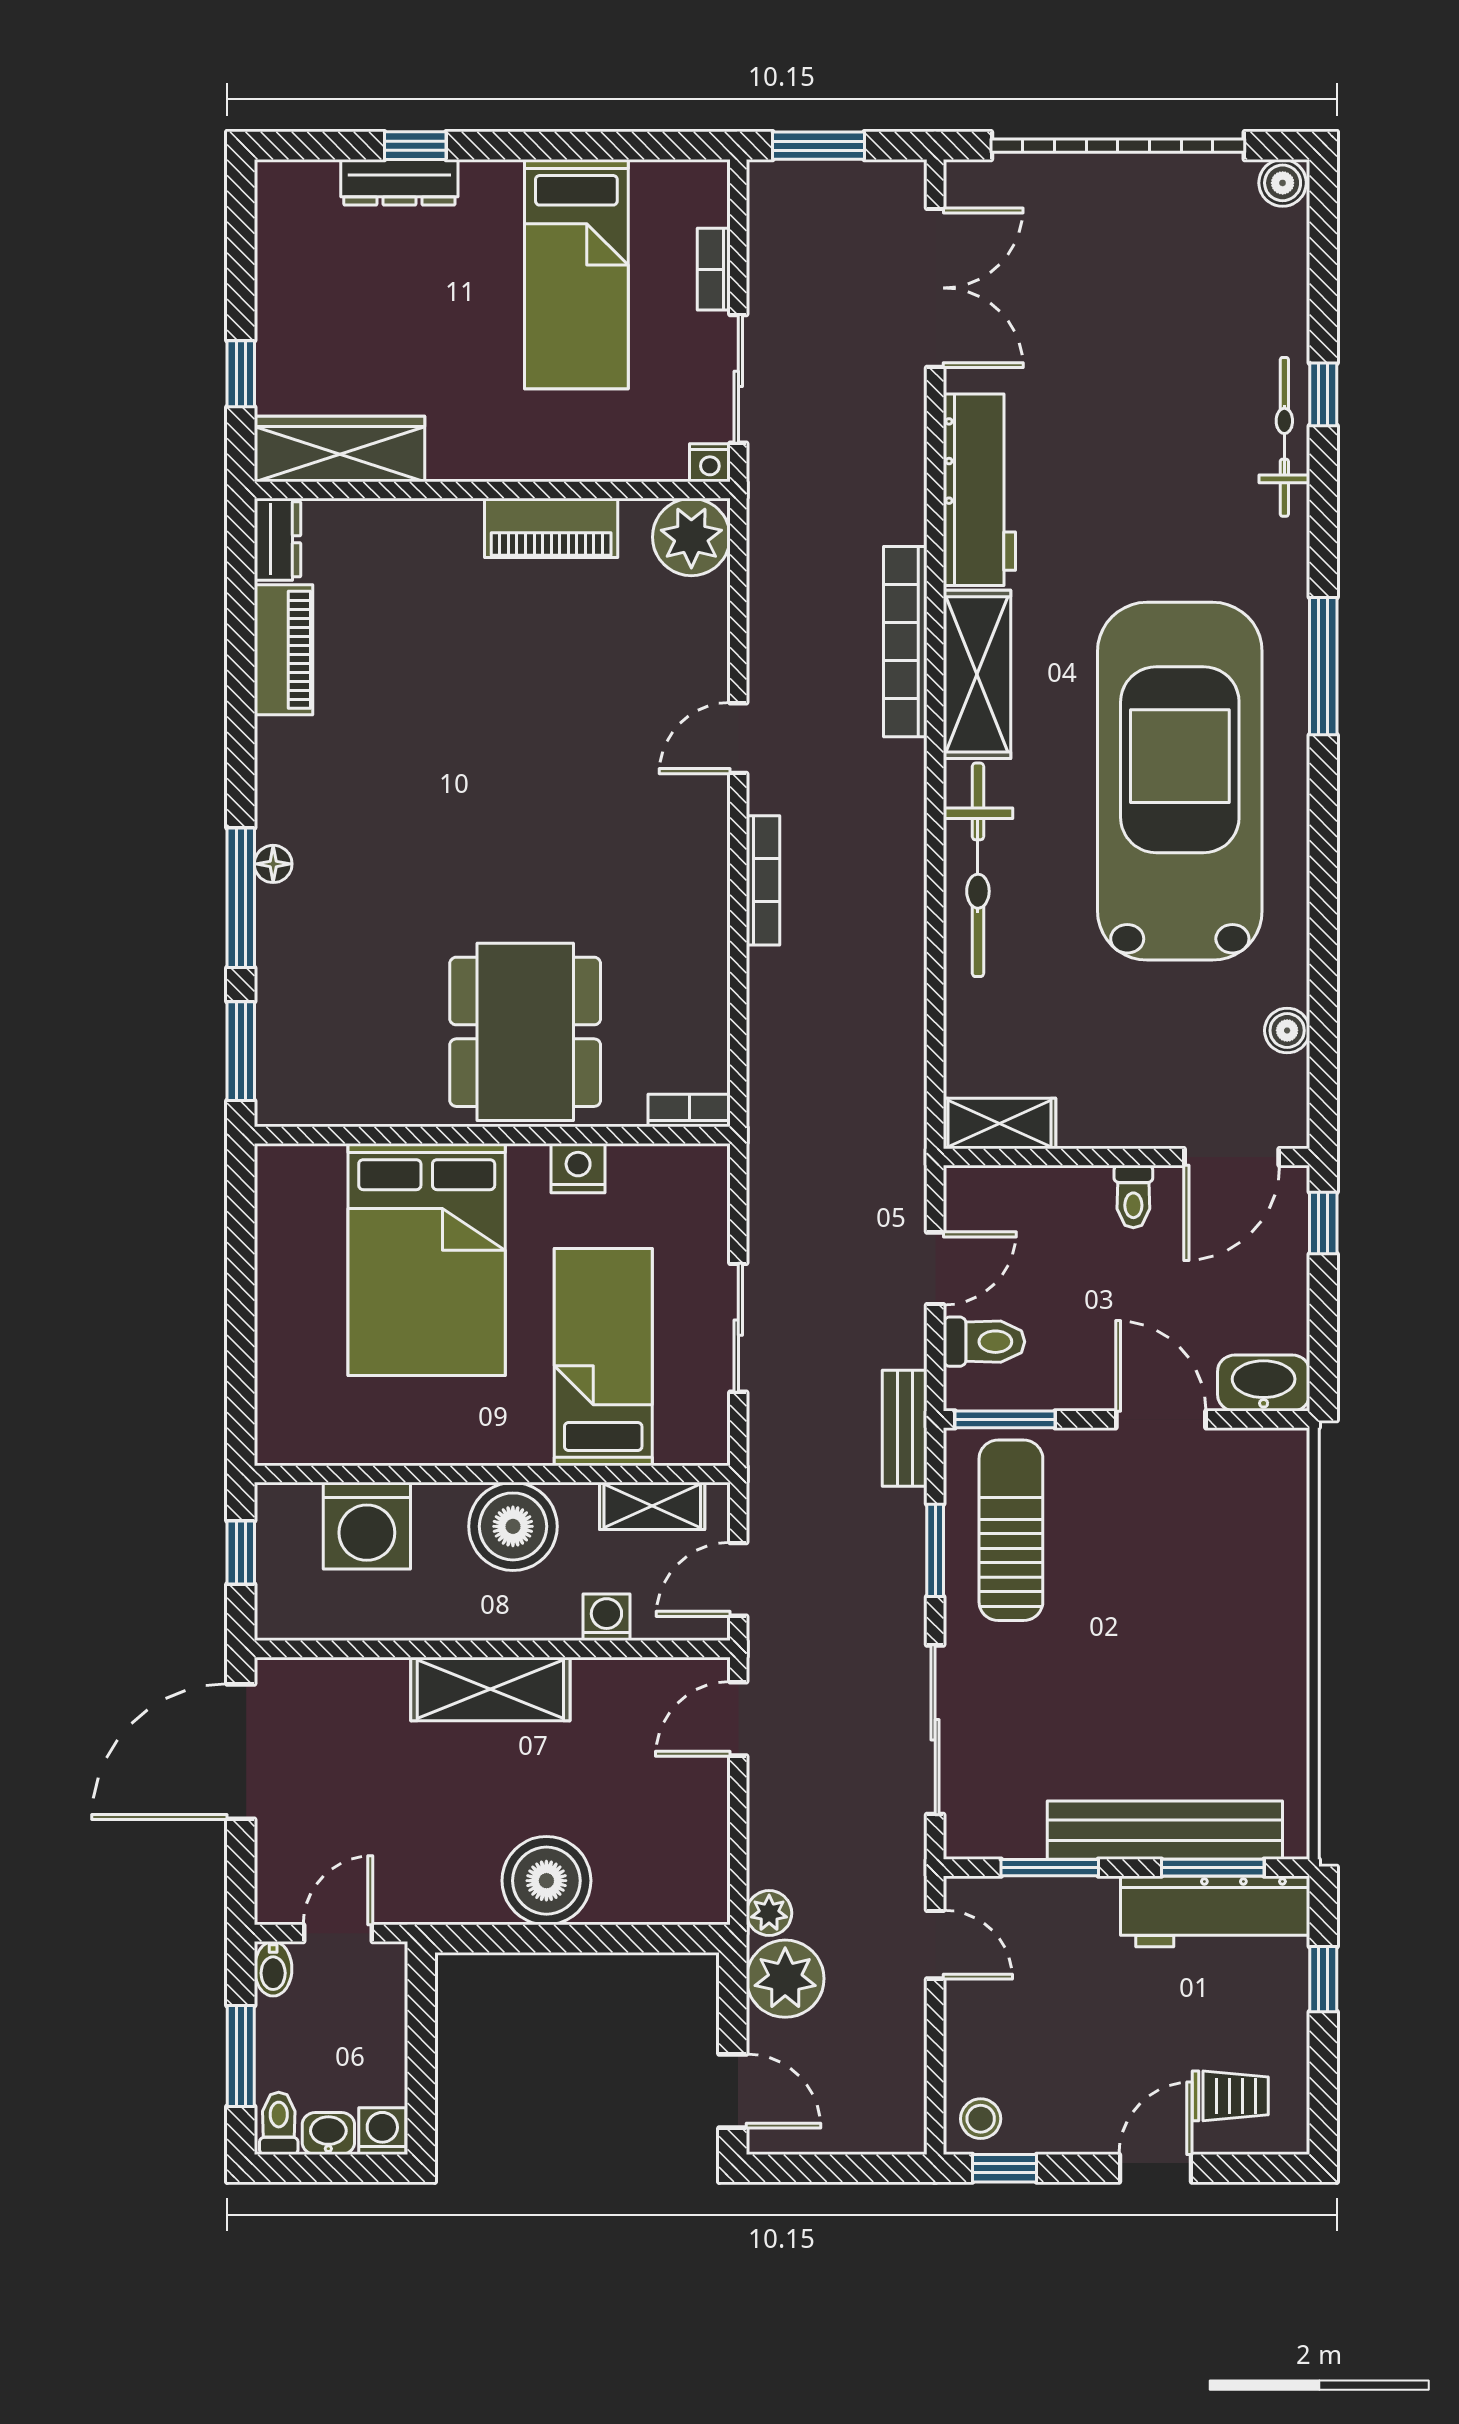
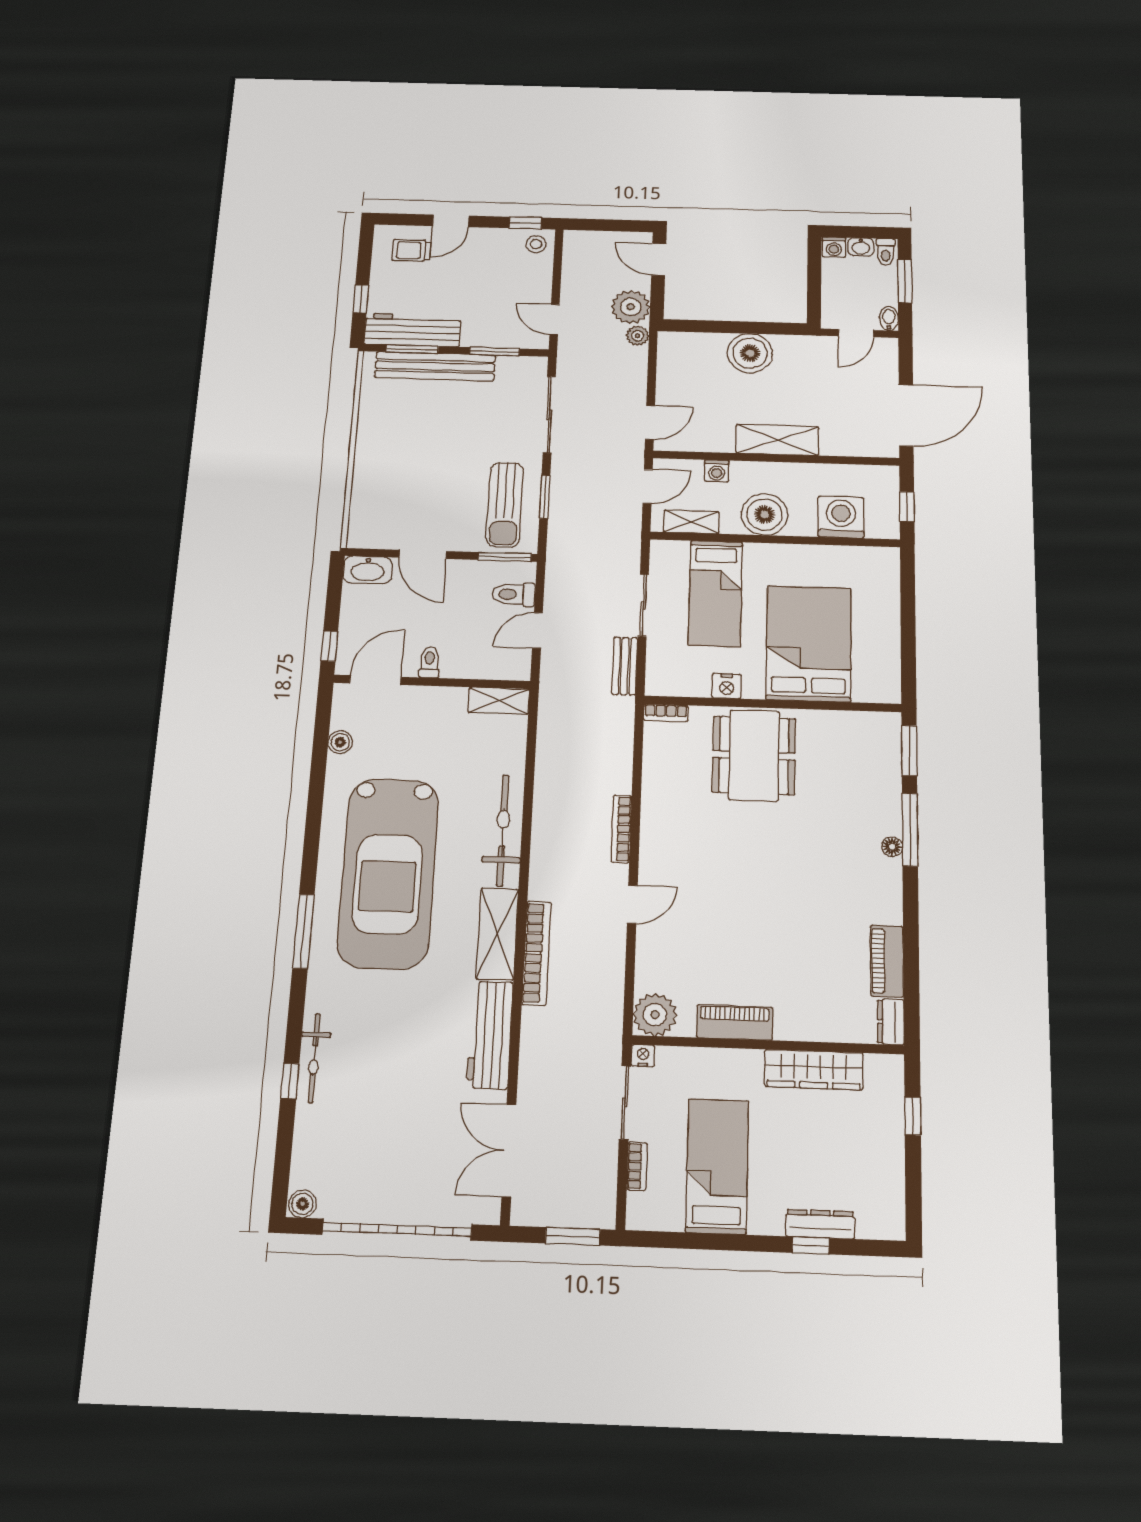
wardrobe: (340, 449) -> (814, 1070), moved
bench: (905, 1428) -> (625, 666), moved

